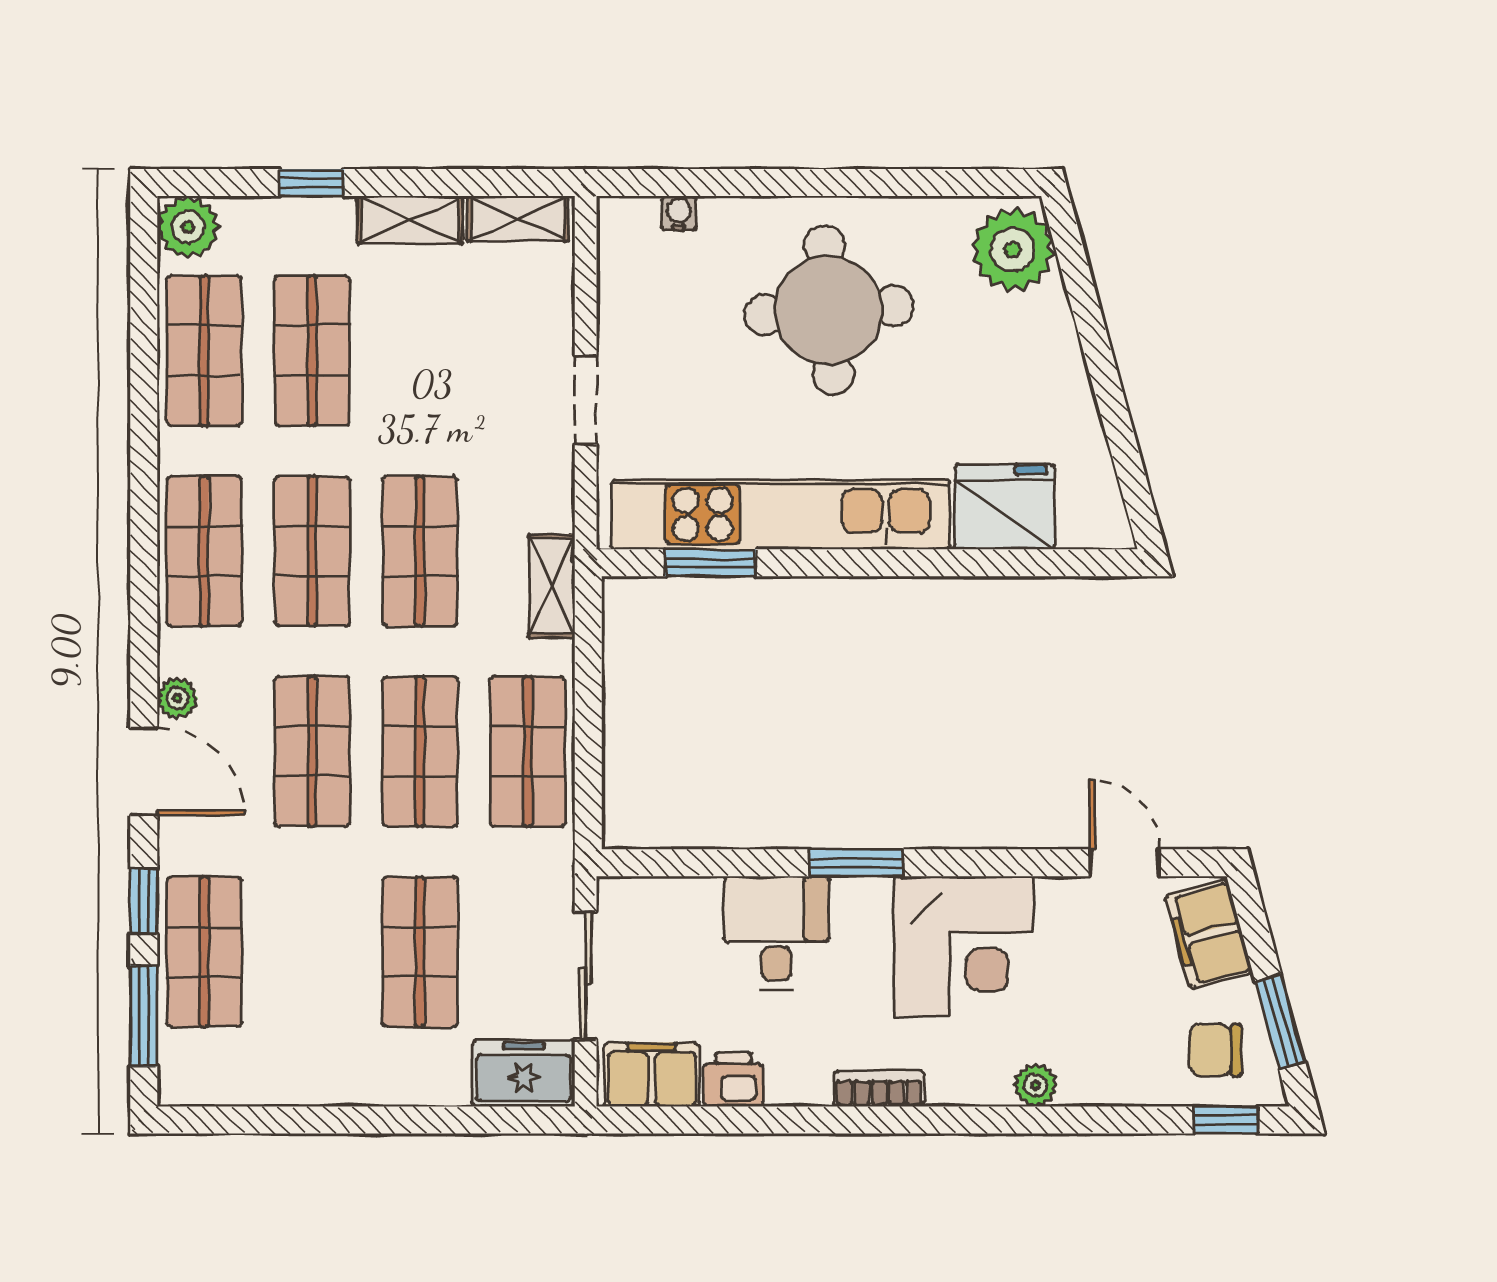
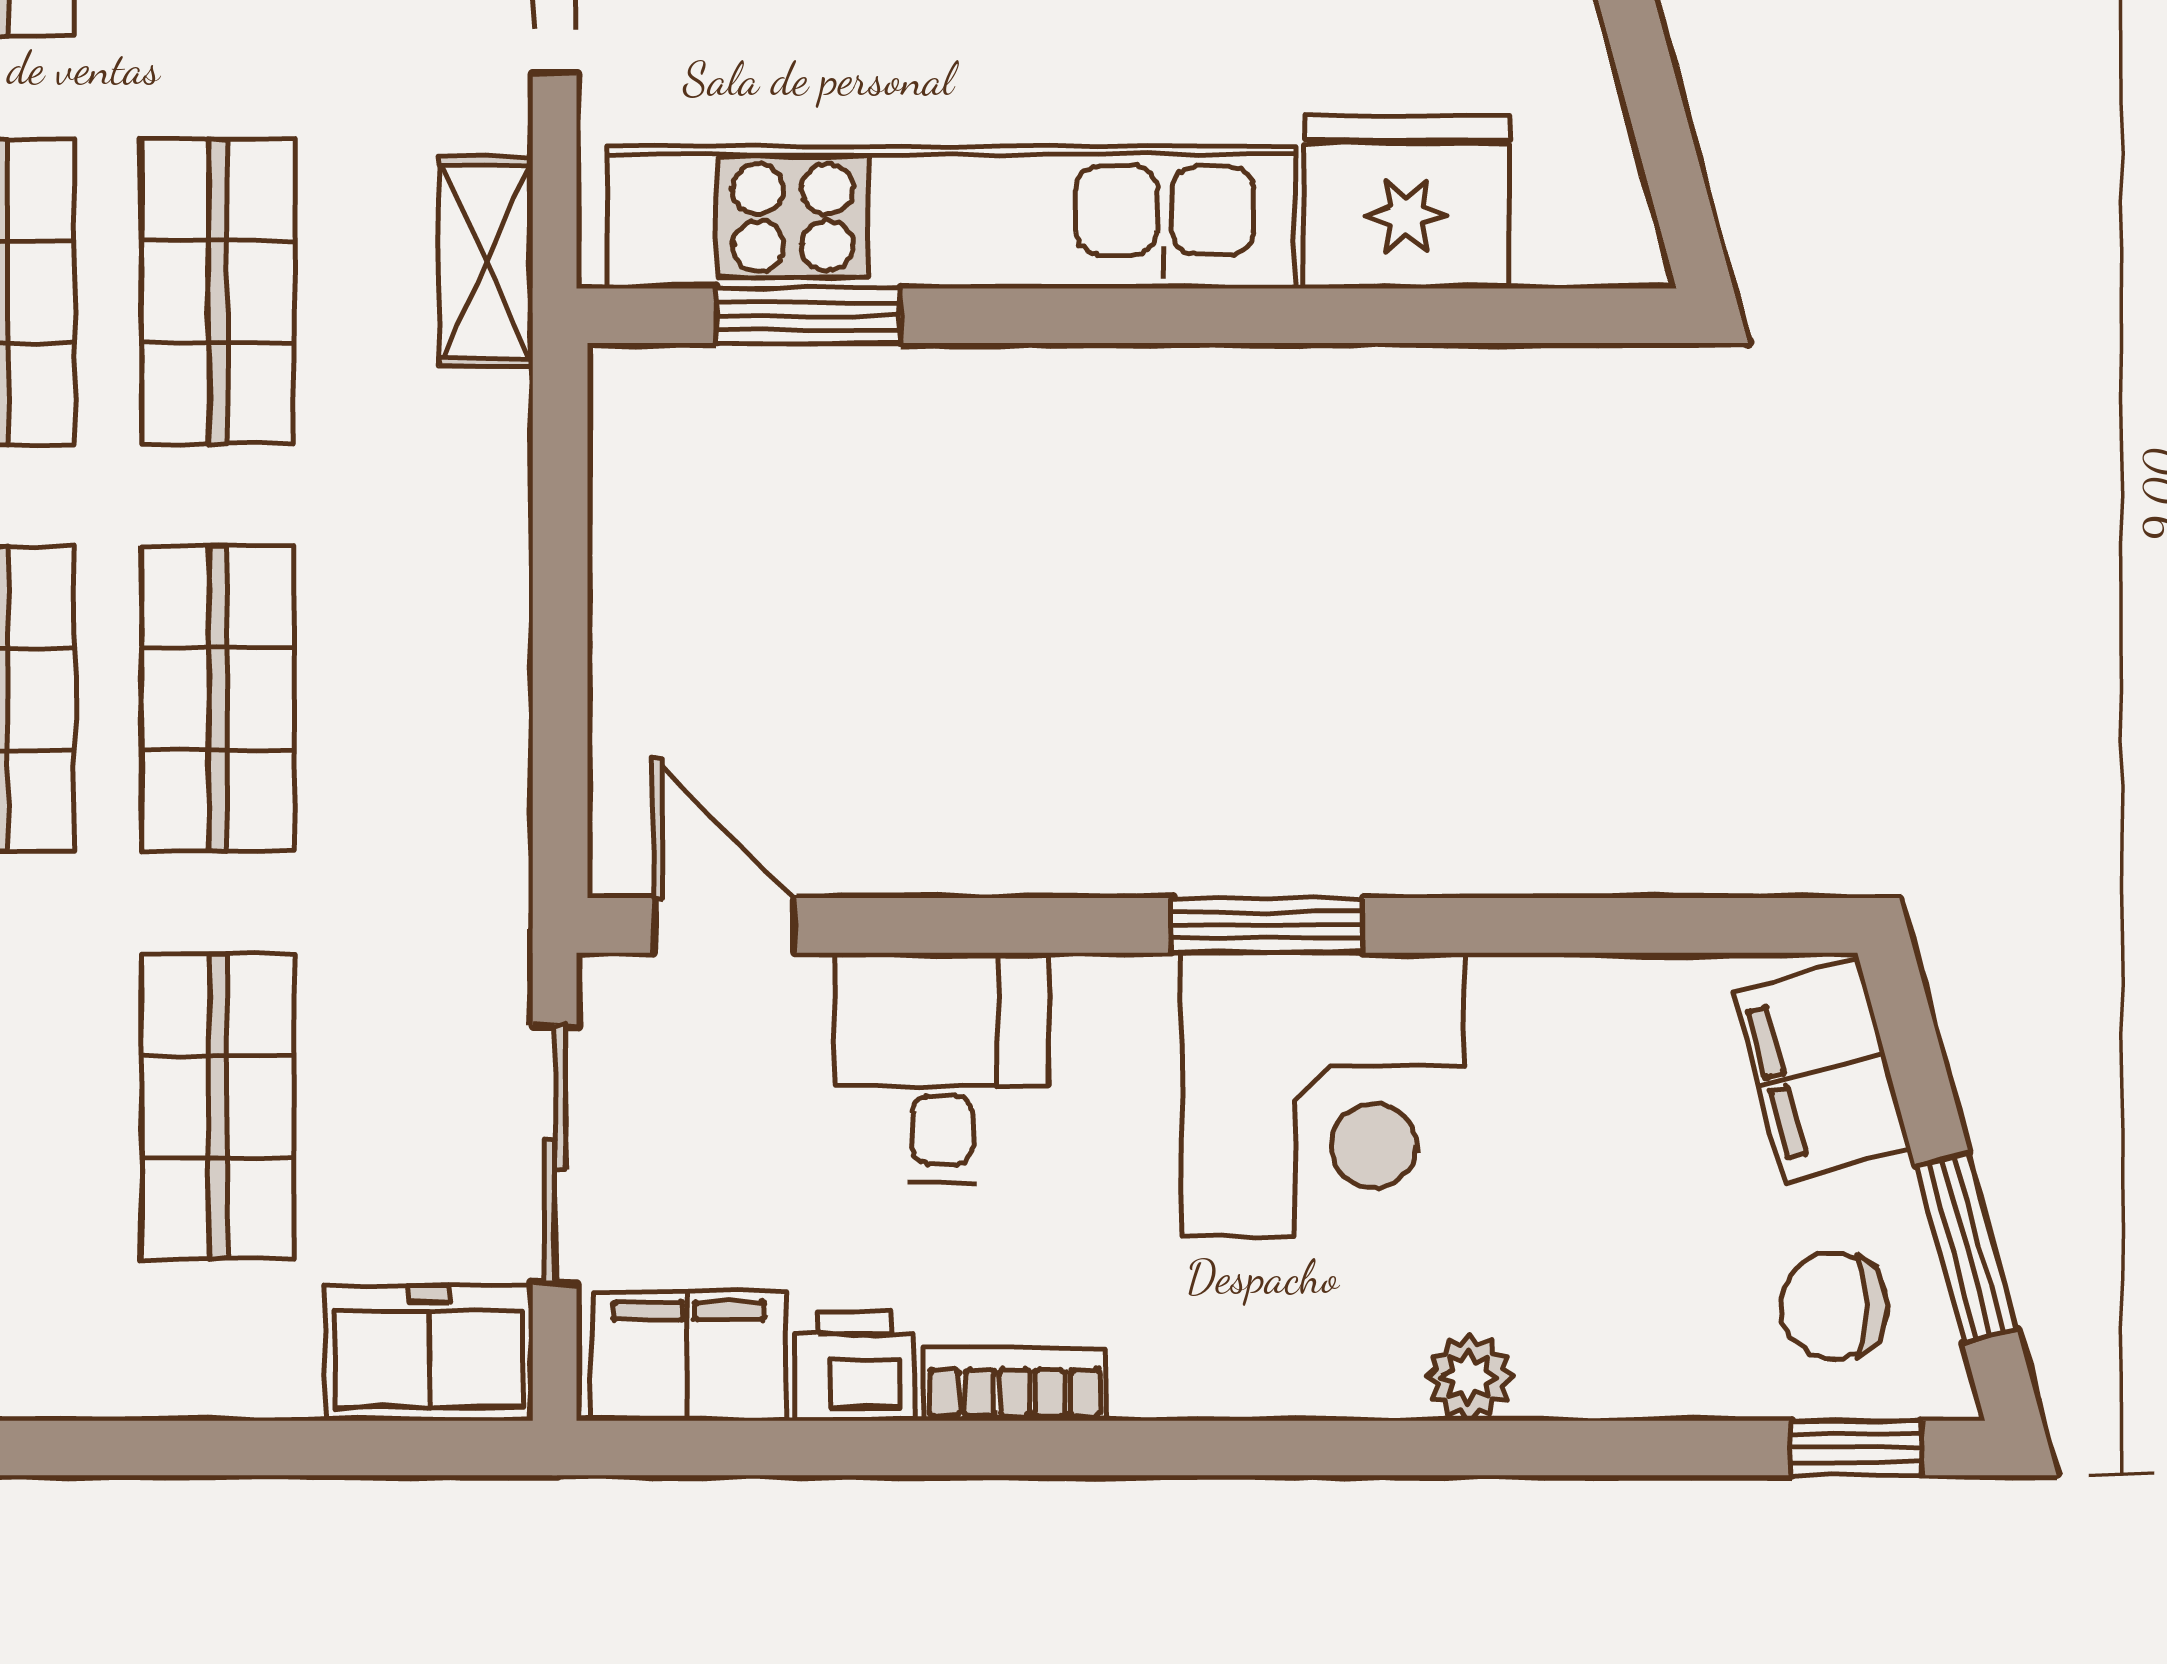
shelving: (552, 586) -> (486, 262), moved
shop shelf: (528, 751) -> (437, 699), removed
window: (856, 863) -> (1267, 925), moved
door: (1125, 863) -> (724, 925), moved
bookcase: (879, 1089) -> (1015, 1384), moved

